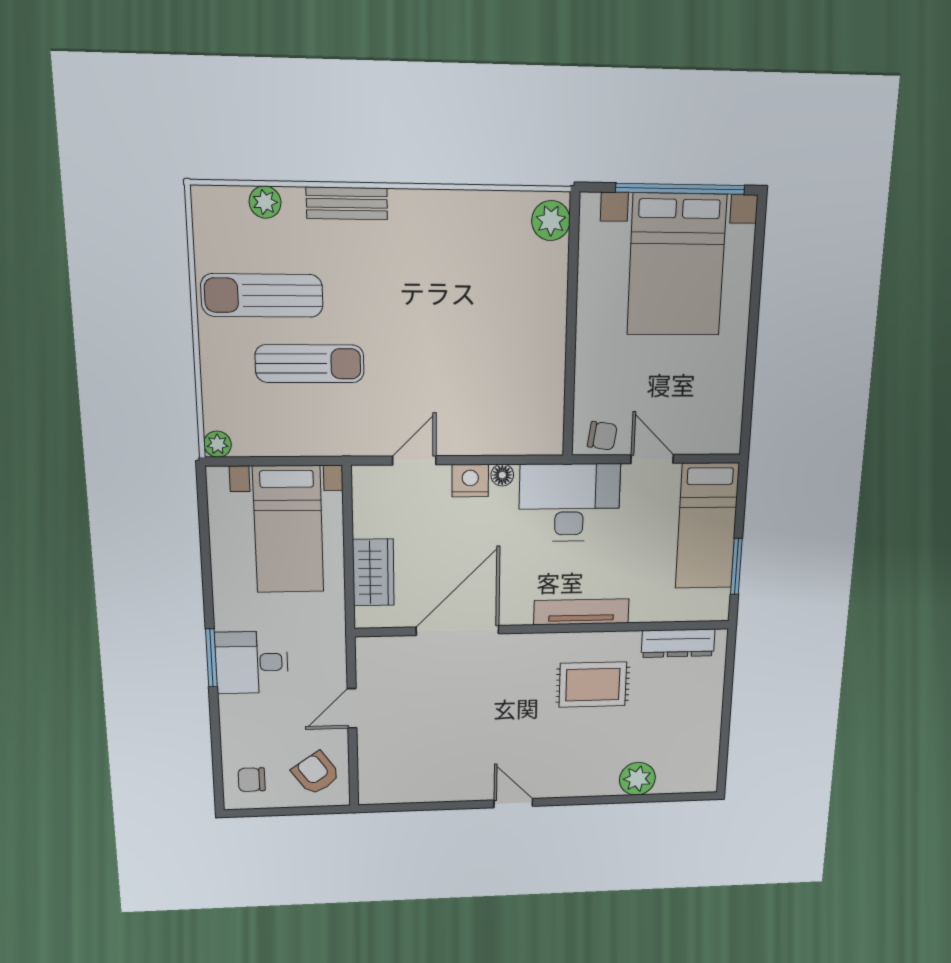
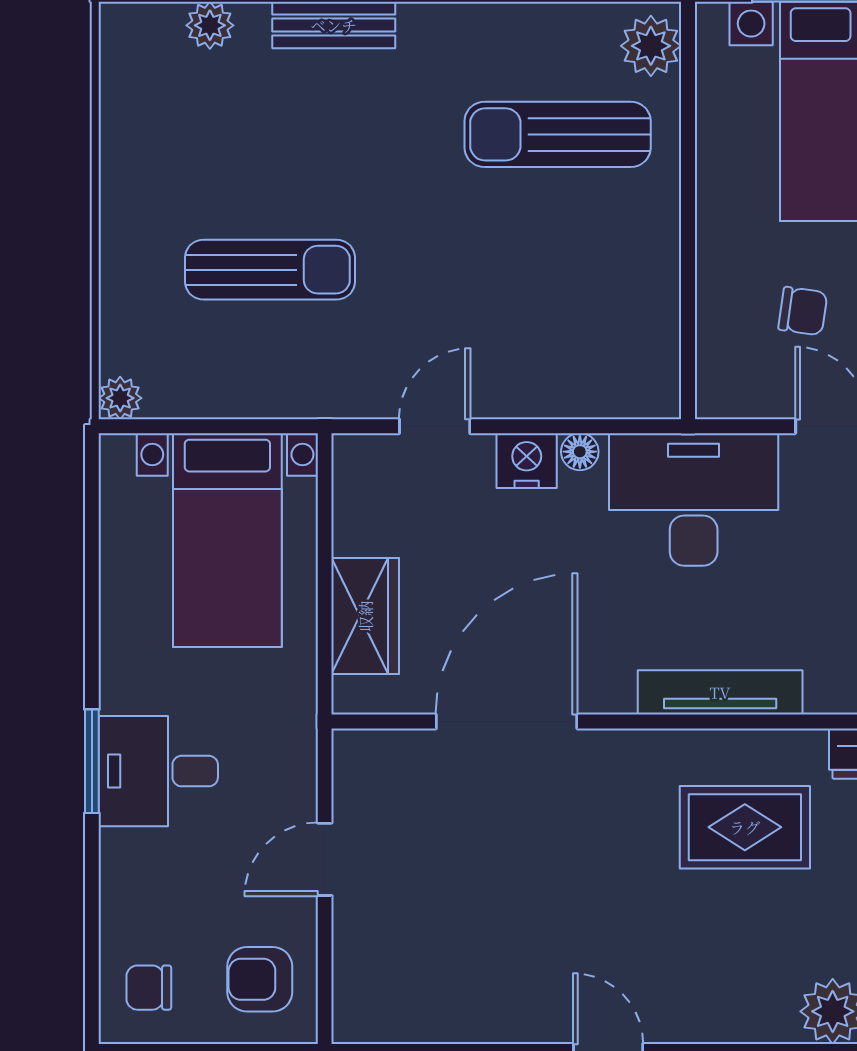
sun lounger: (262, 295) -> (558, 134), moved
chair: (602, 436) -> (803, 311), moved
armchair: (316, 773) -> (260, 979), turned -55

